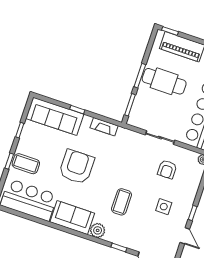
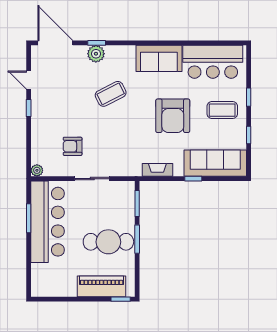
coffee table: (26, 164) -> (222, 110), moved
armchair: (167, 169) -> (73, 146), turned -90
coffee table: (122, 202) -> (111, 94), turned 63
side table: (164, 207) -> (63, 104), removed
plant: (98, 230) -> (96, 54), moved

